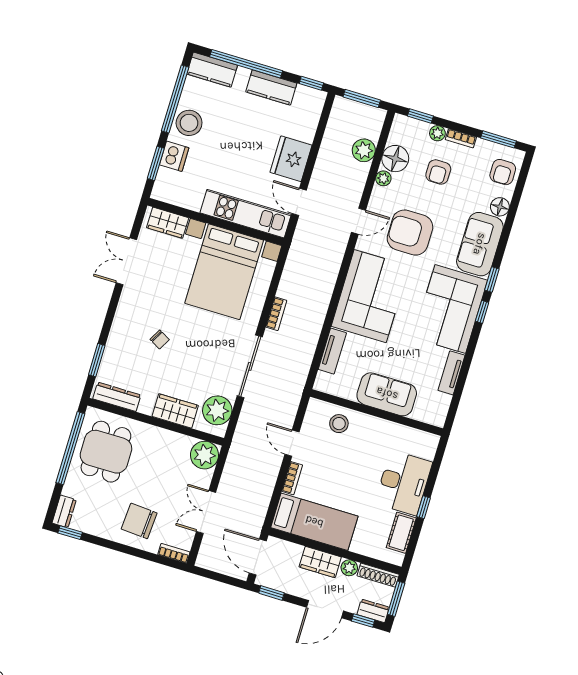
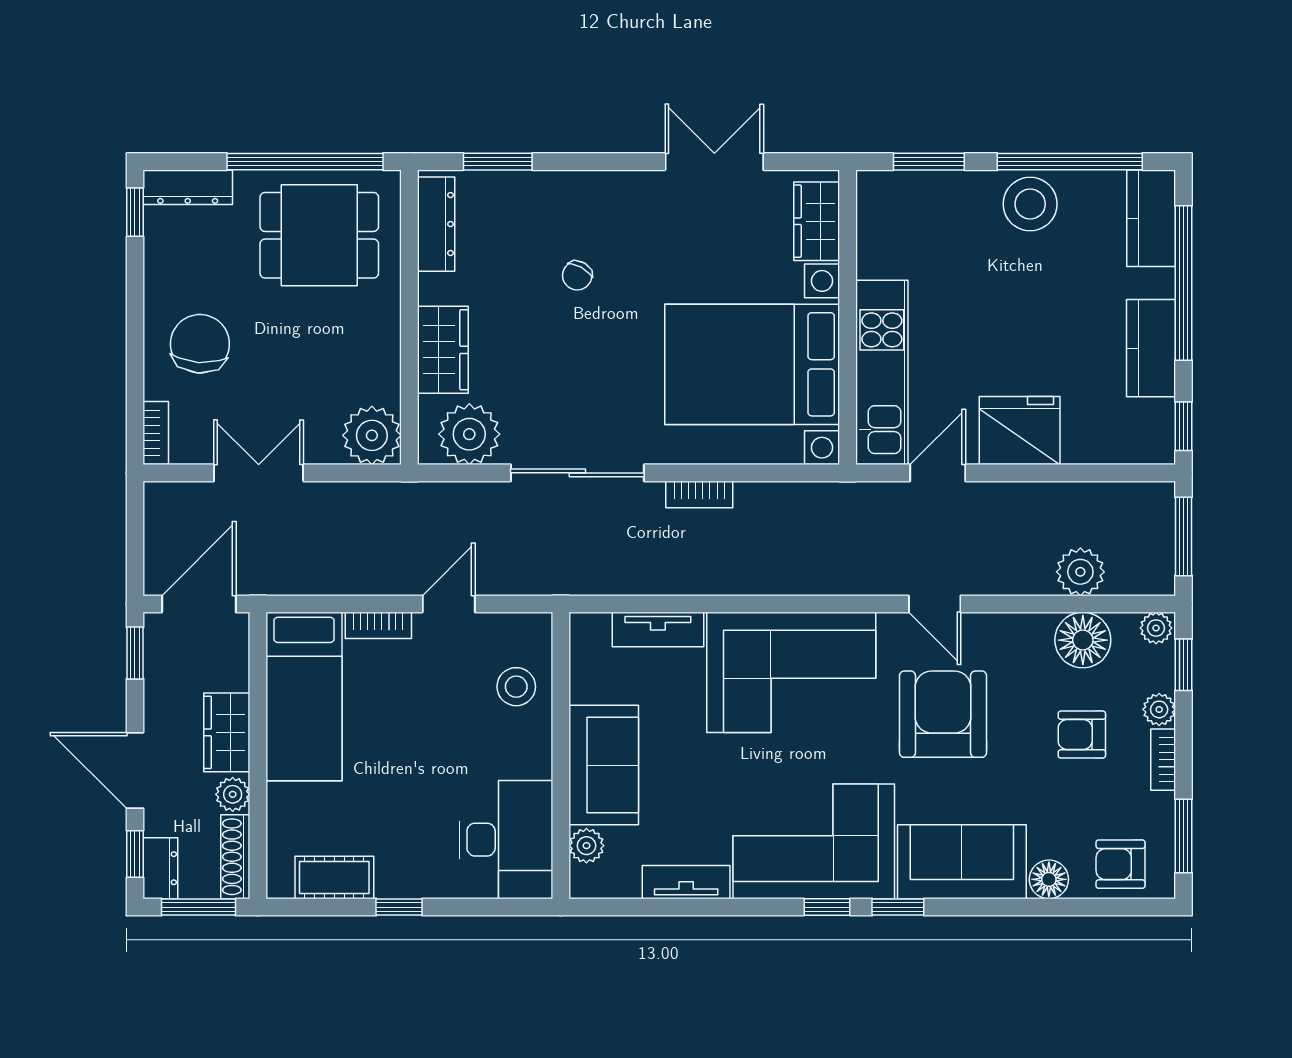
dishwasher: (174, 156) -> (954, 194), removed
plant: (383, 178) -> (1156, 628), moved
plant: (421, 413) -> (586, 846), added
desk: (404, 483) -> (506, 840), moved, turned -90
dresser: (64, 511) -> (188, 187), width x1.44

